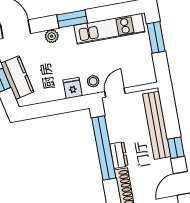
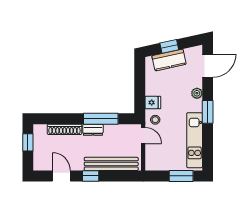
window: (104, 148) -> (101, 119), width x0.68

